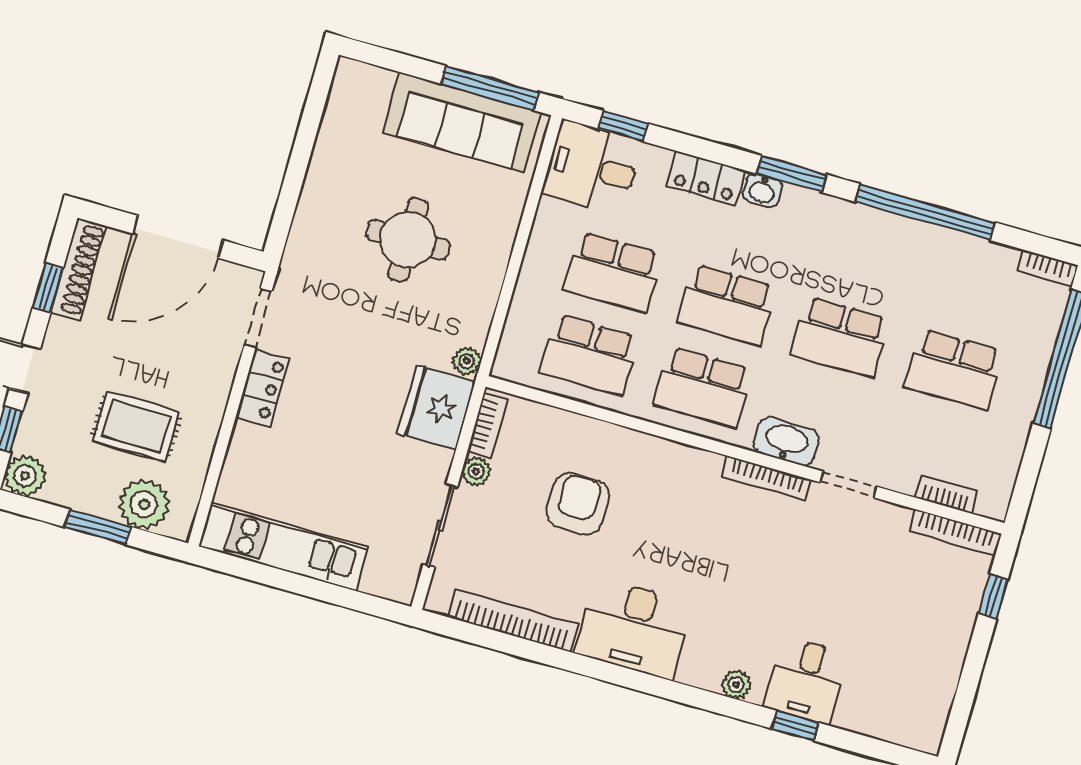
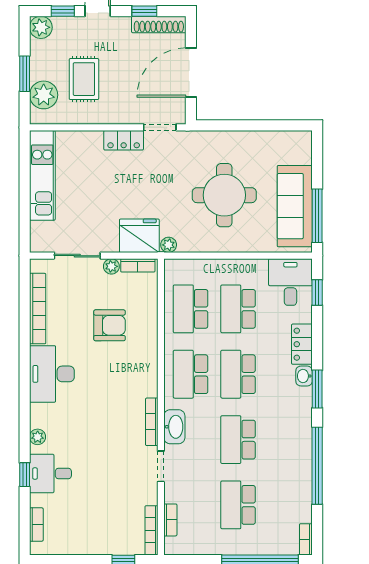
door: (178, 237) -> (191, 72), hinge flipped
round table: (408, 240) -> (224, 195), width x1.36, depth x1.36
bookcase: (888, 730) -> (36, 524), added

